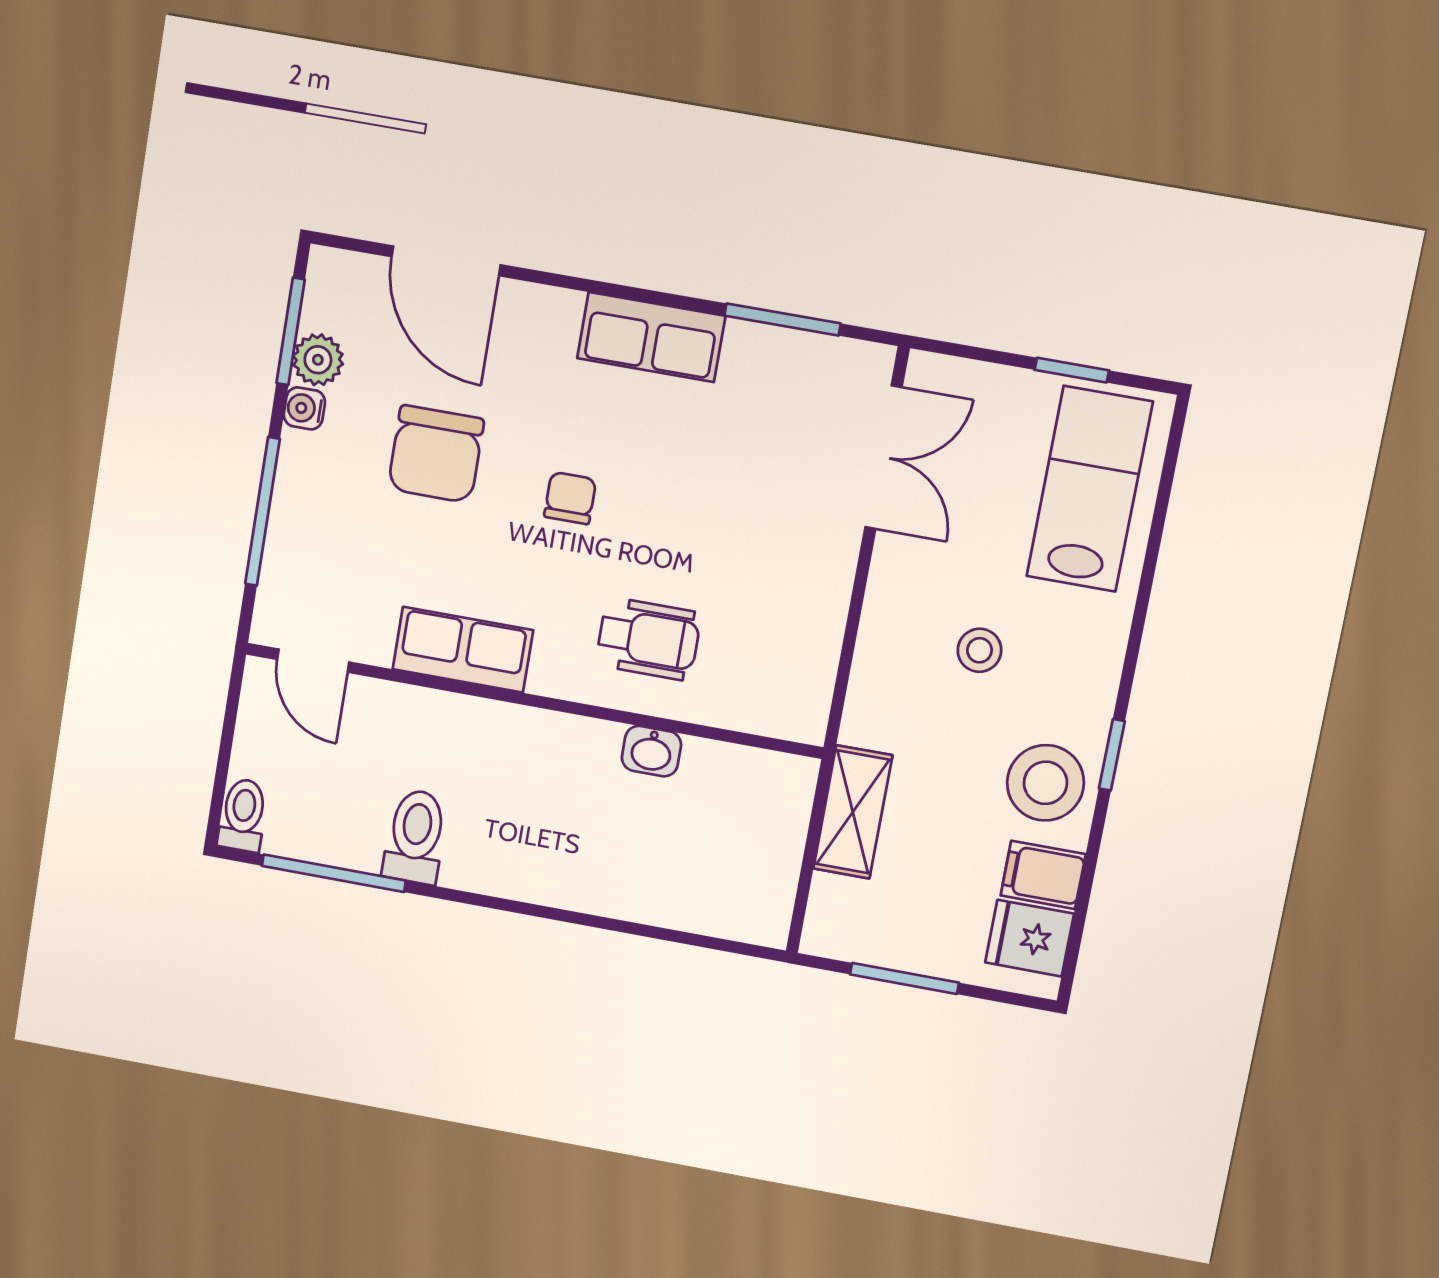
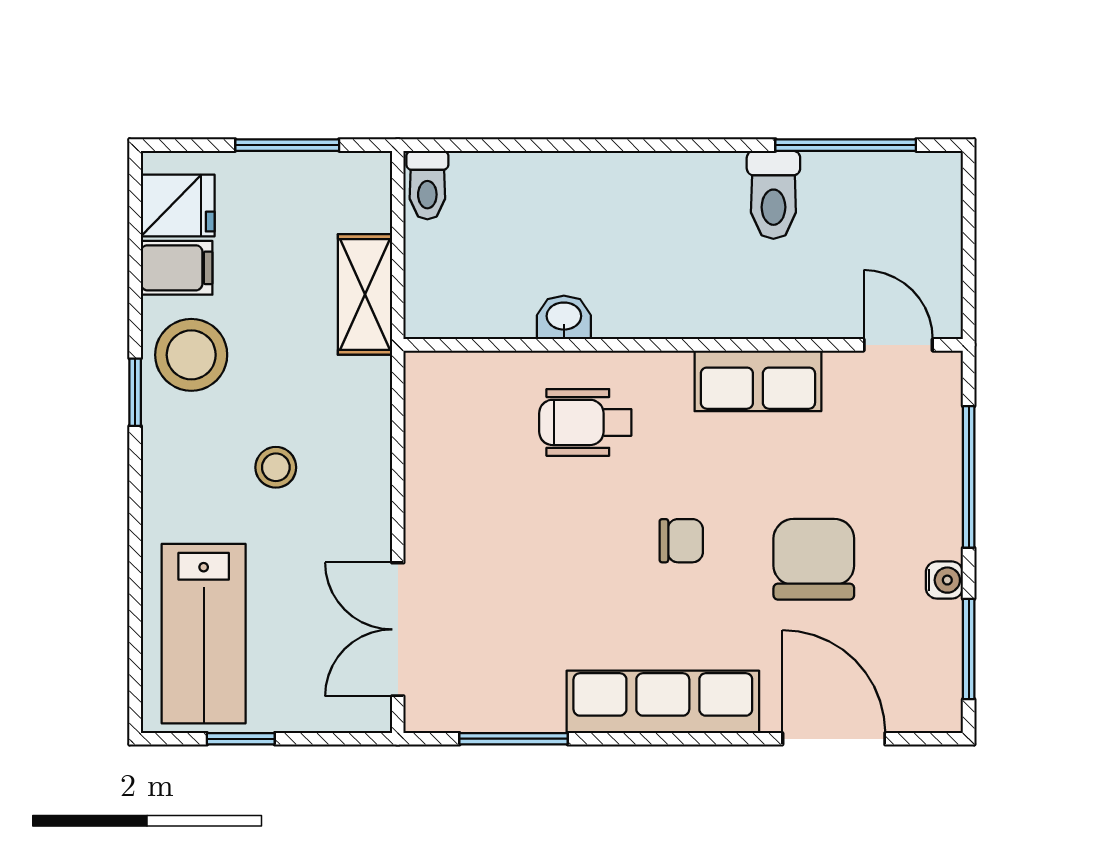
row of seats: (651, 337) -> (663, 702), width x1.48
plant: (318, 360) -> (939, 627), removed
chair: (570, 498) -> (681, 541), turned -90
toilet: (243, 815) -> (427, 185), moved

